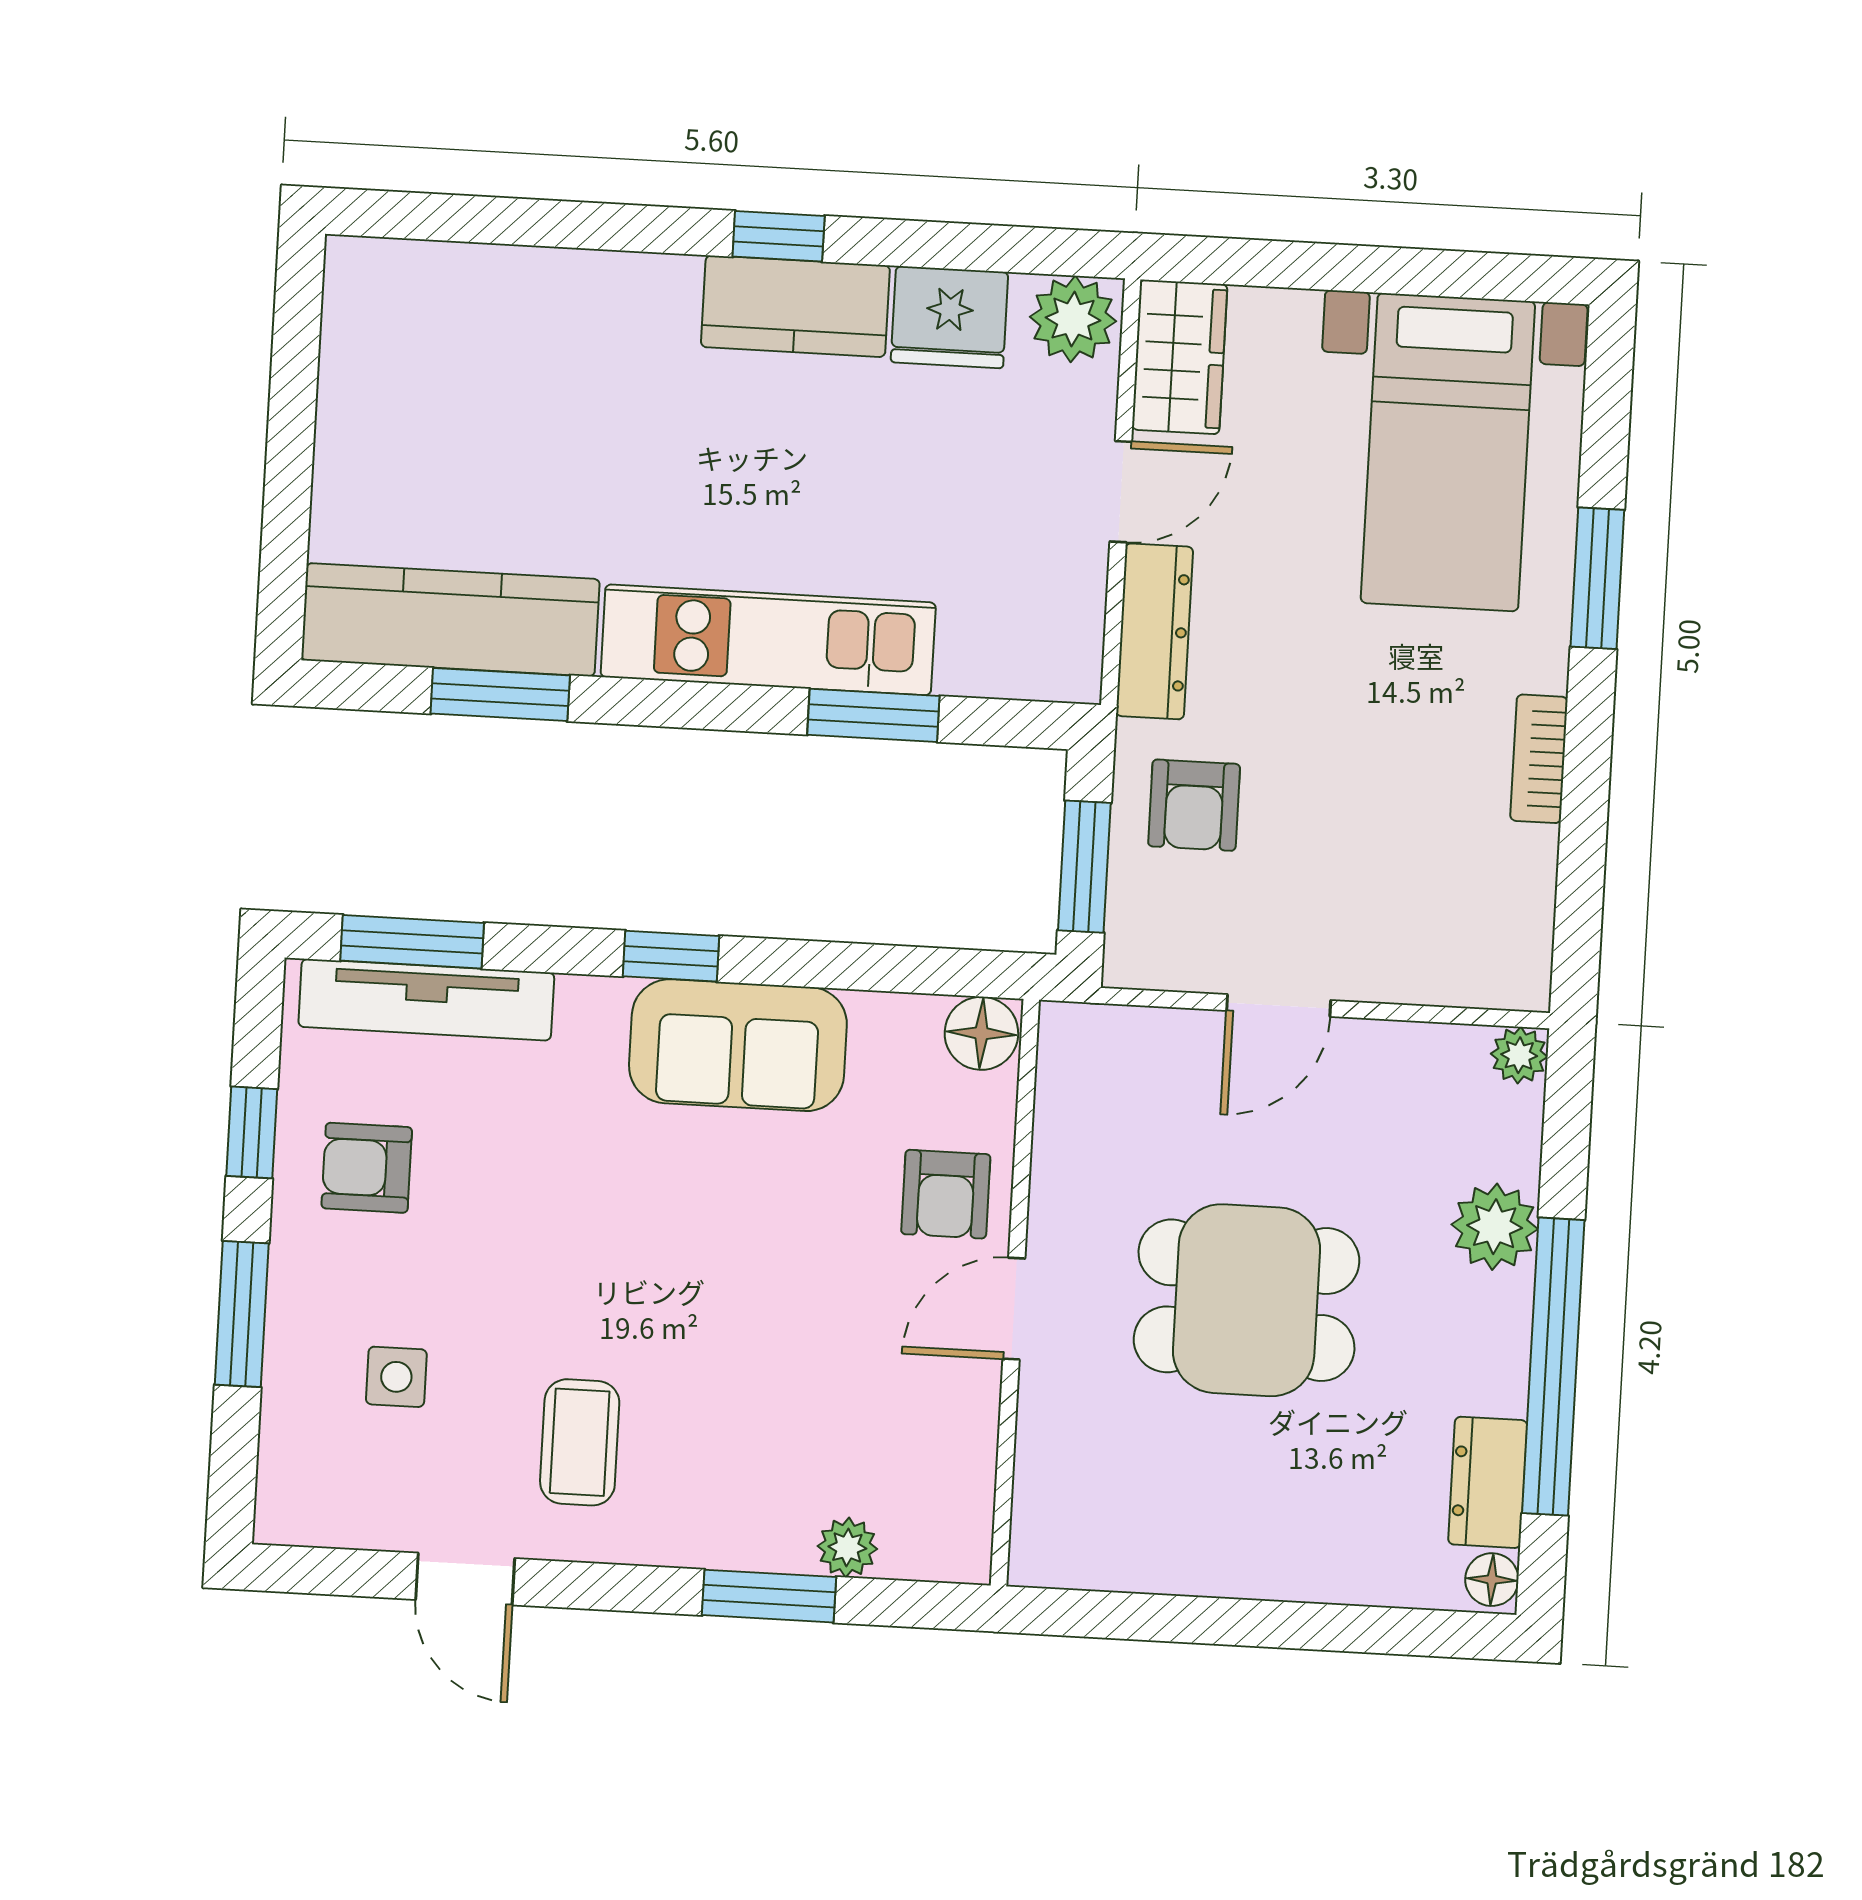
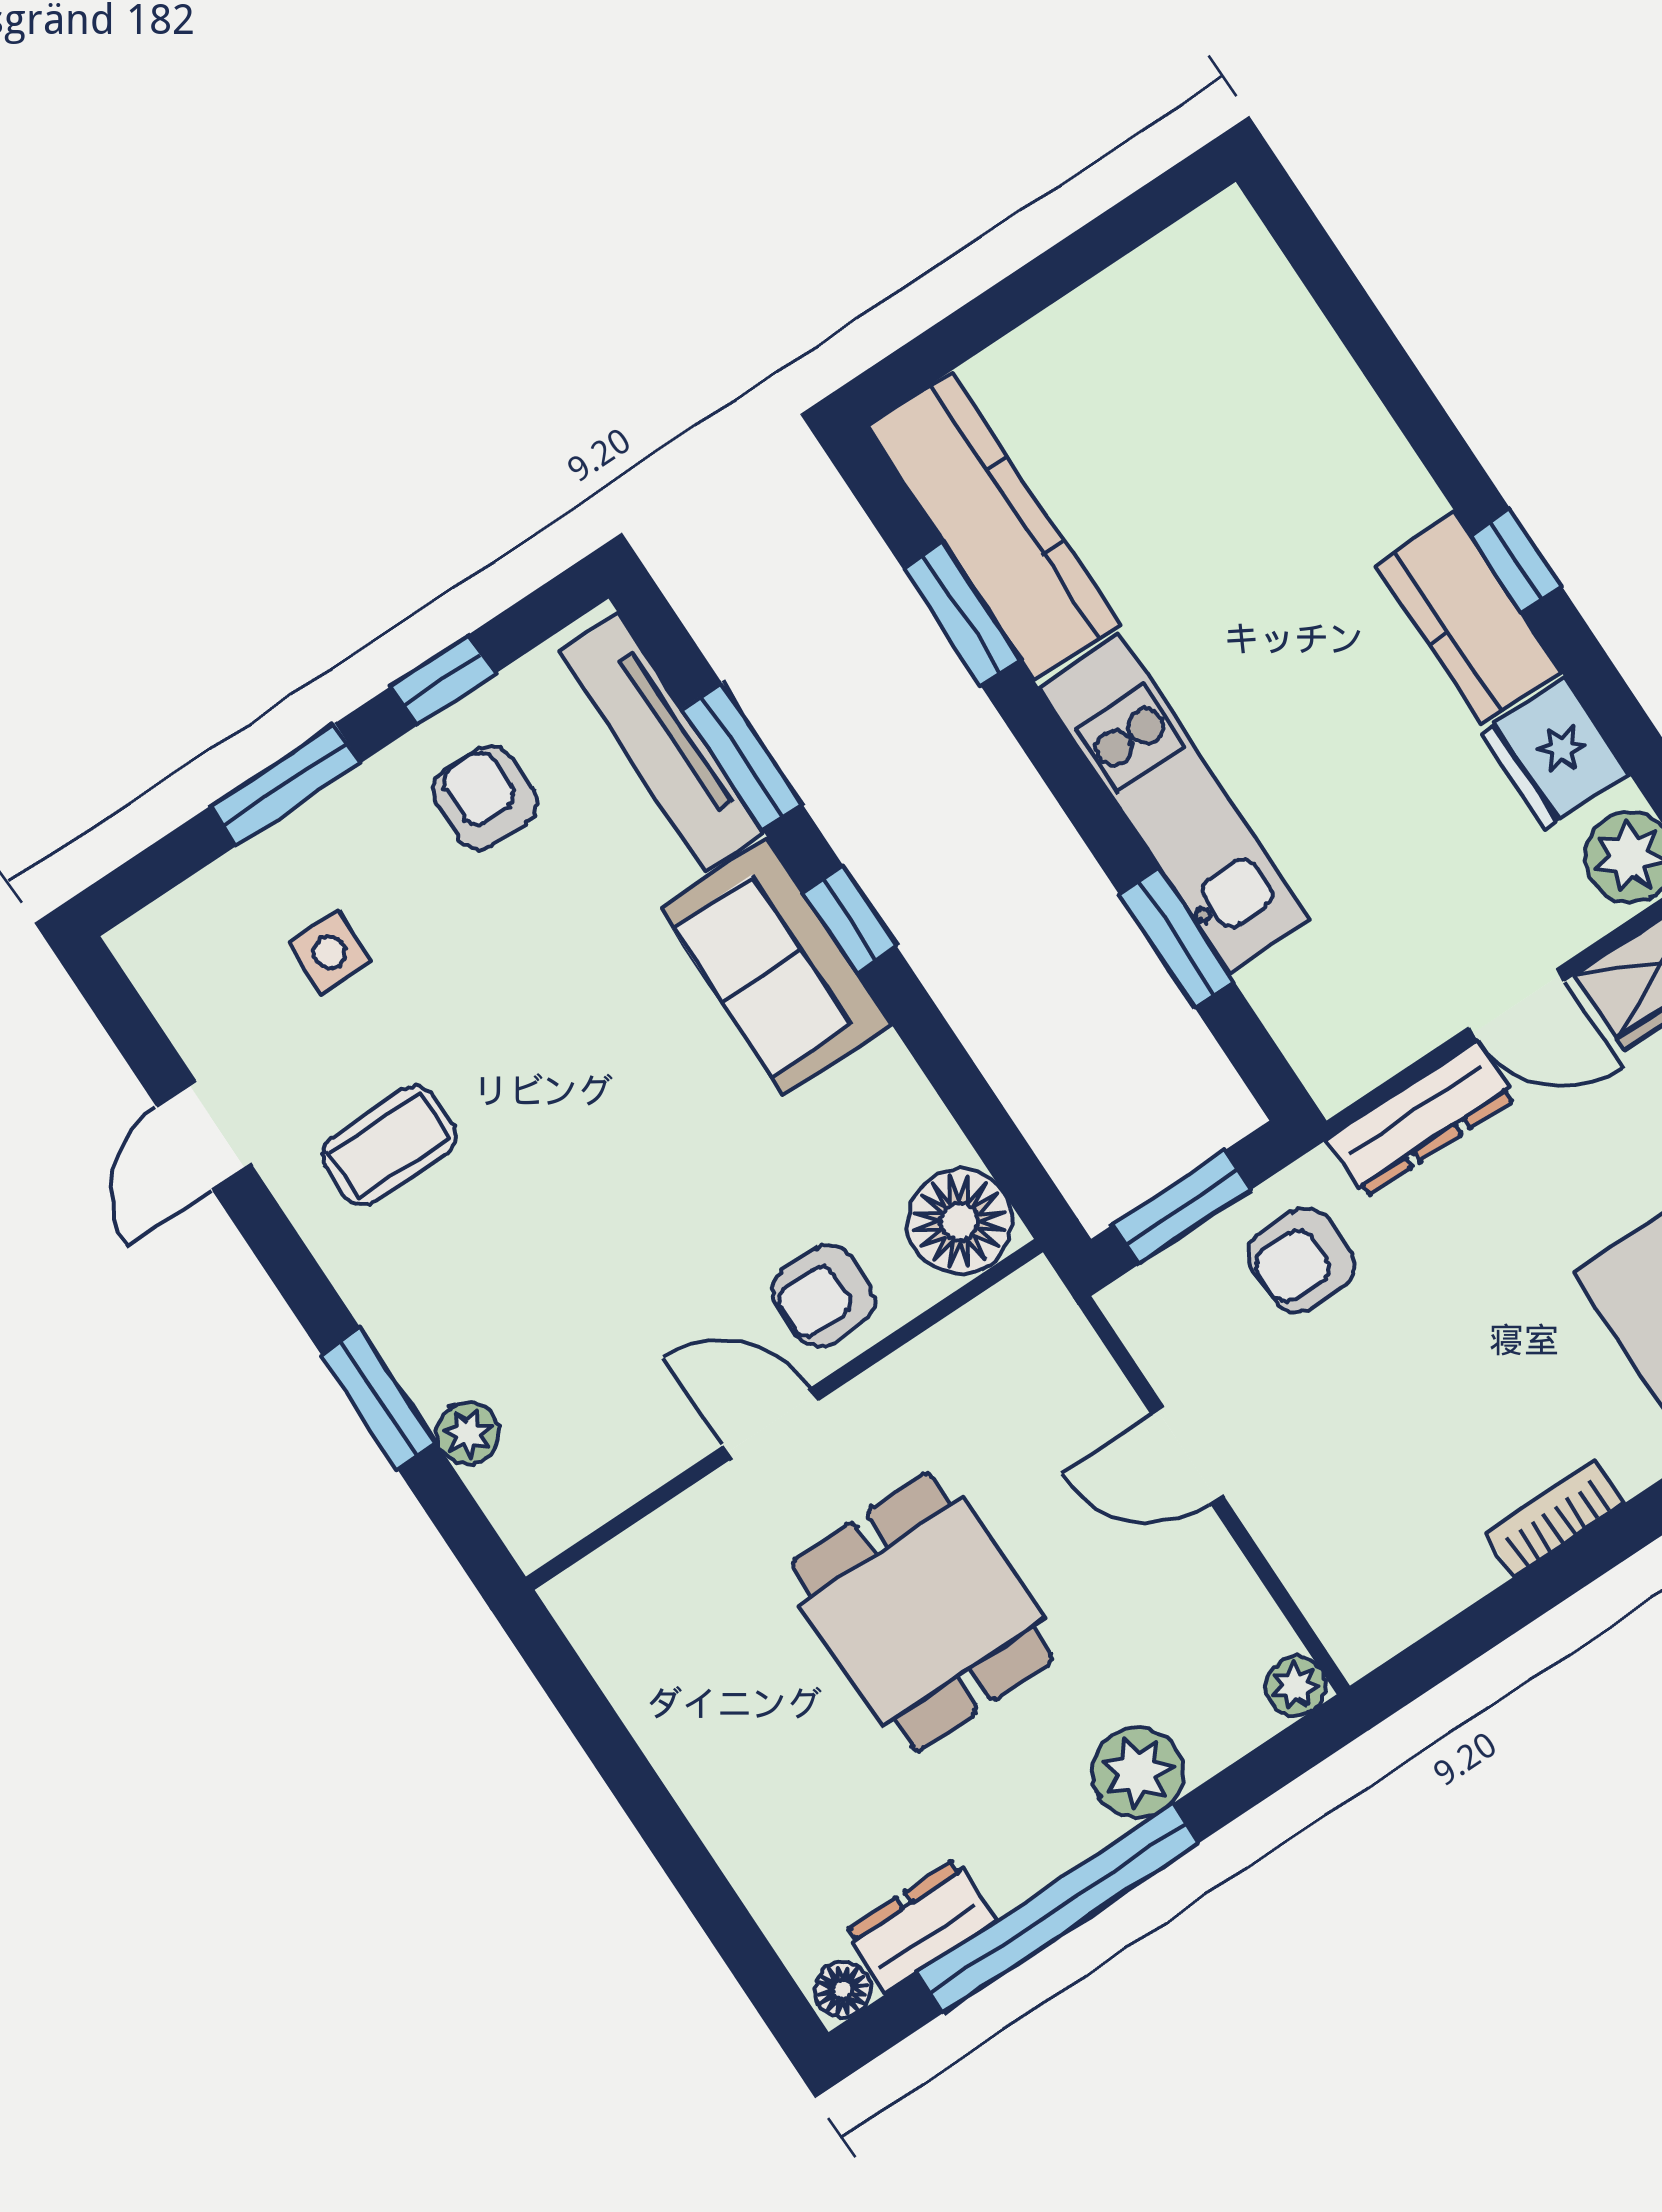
window: (412, 942) -> (742, 757), moved
floor lamp: (981, 1033) -> (959, 1221), width x1.38, depth x1.38
sofa: (738, 1045) -> (775, 966), moved

